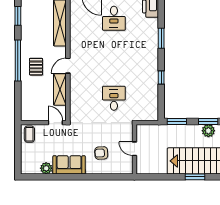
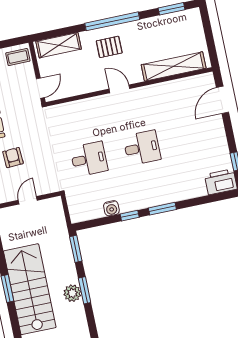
desk: (114, 18) -> (142, 148), moved, turned 180
window: (161, 38) -> (162, 209), moved
shelving: (60, 89) -> (59, 45), moved
water cooler: (153, 90) -> (111, 208), added

